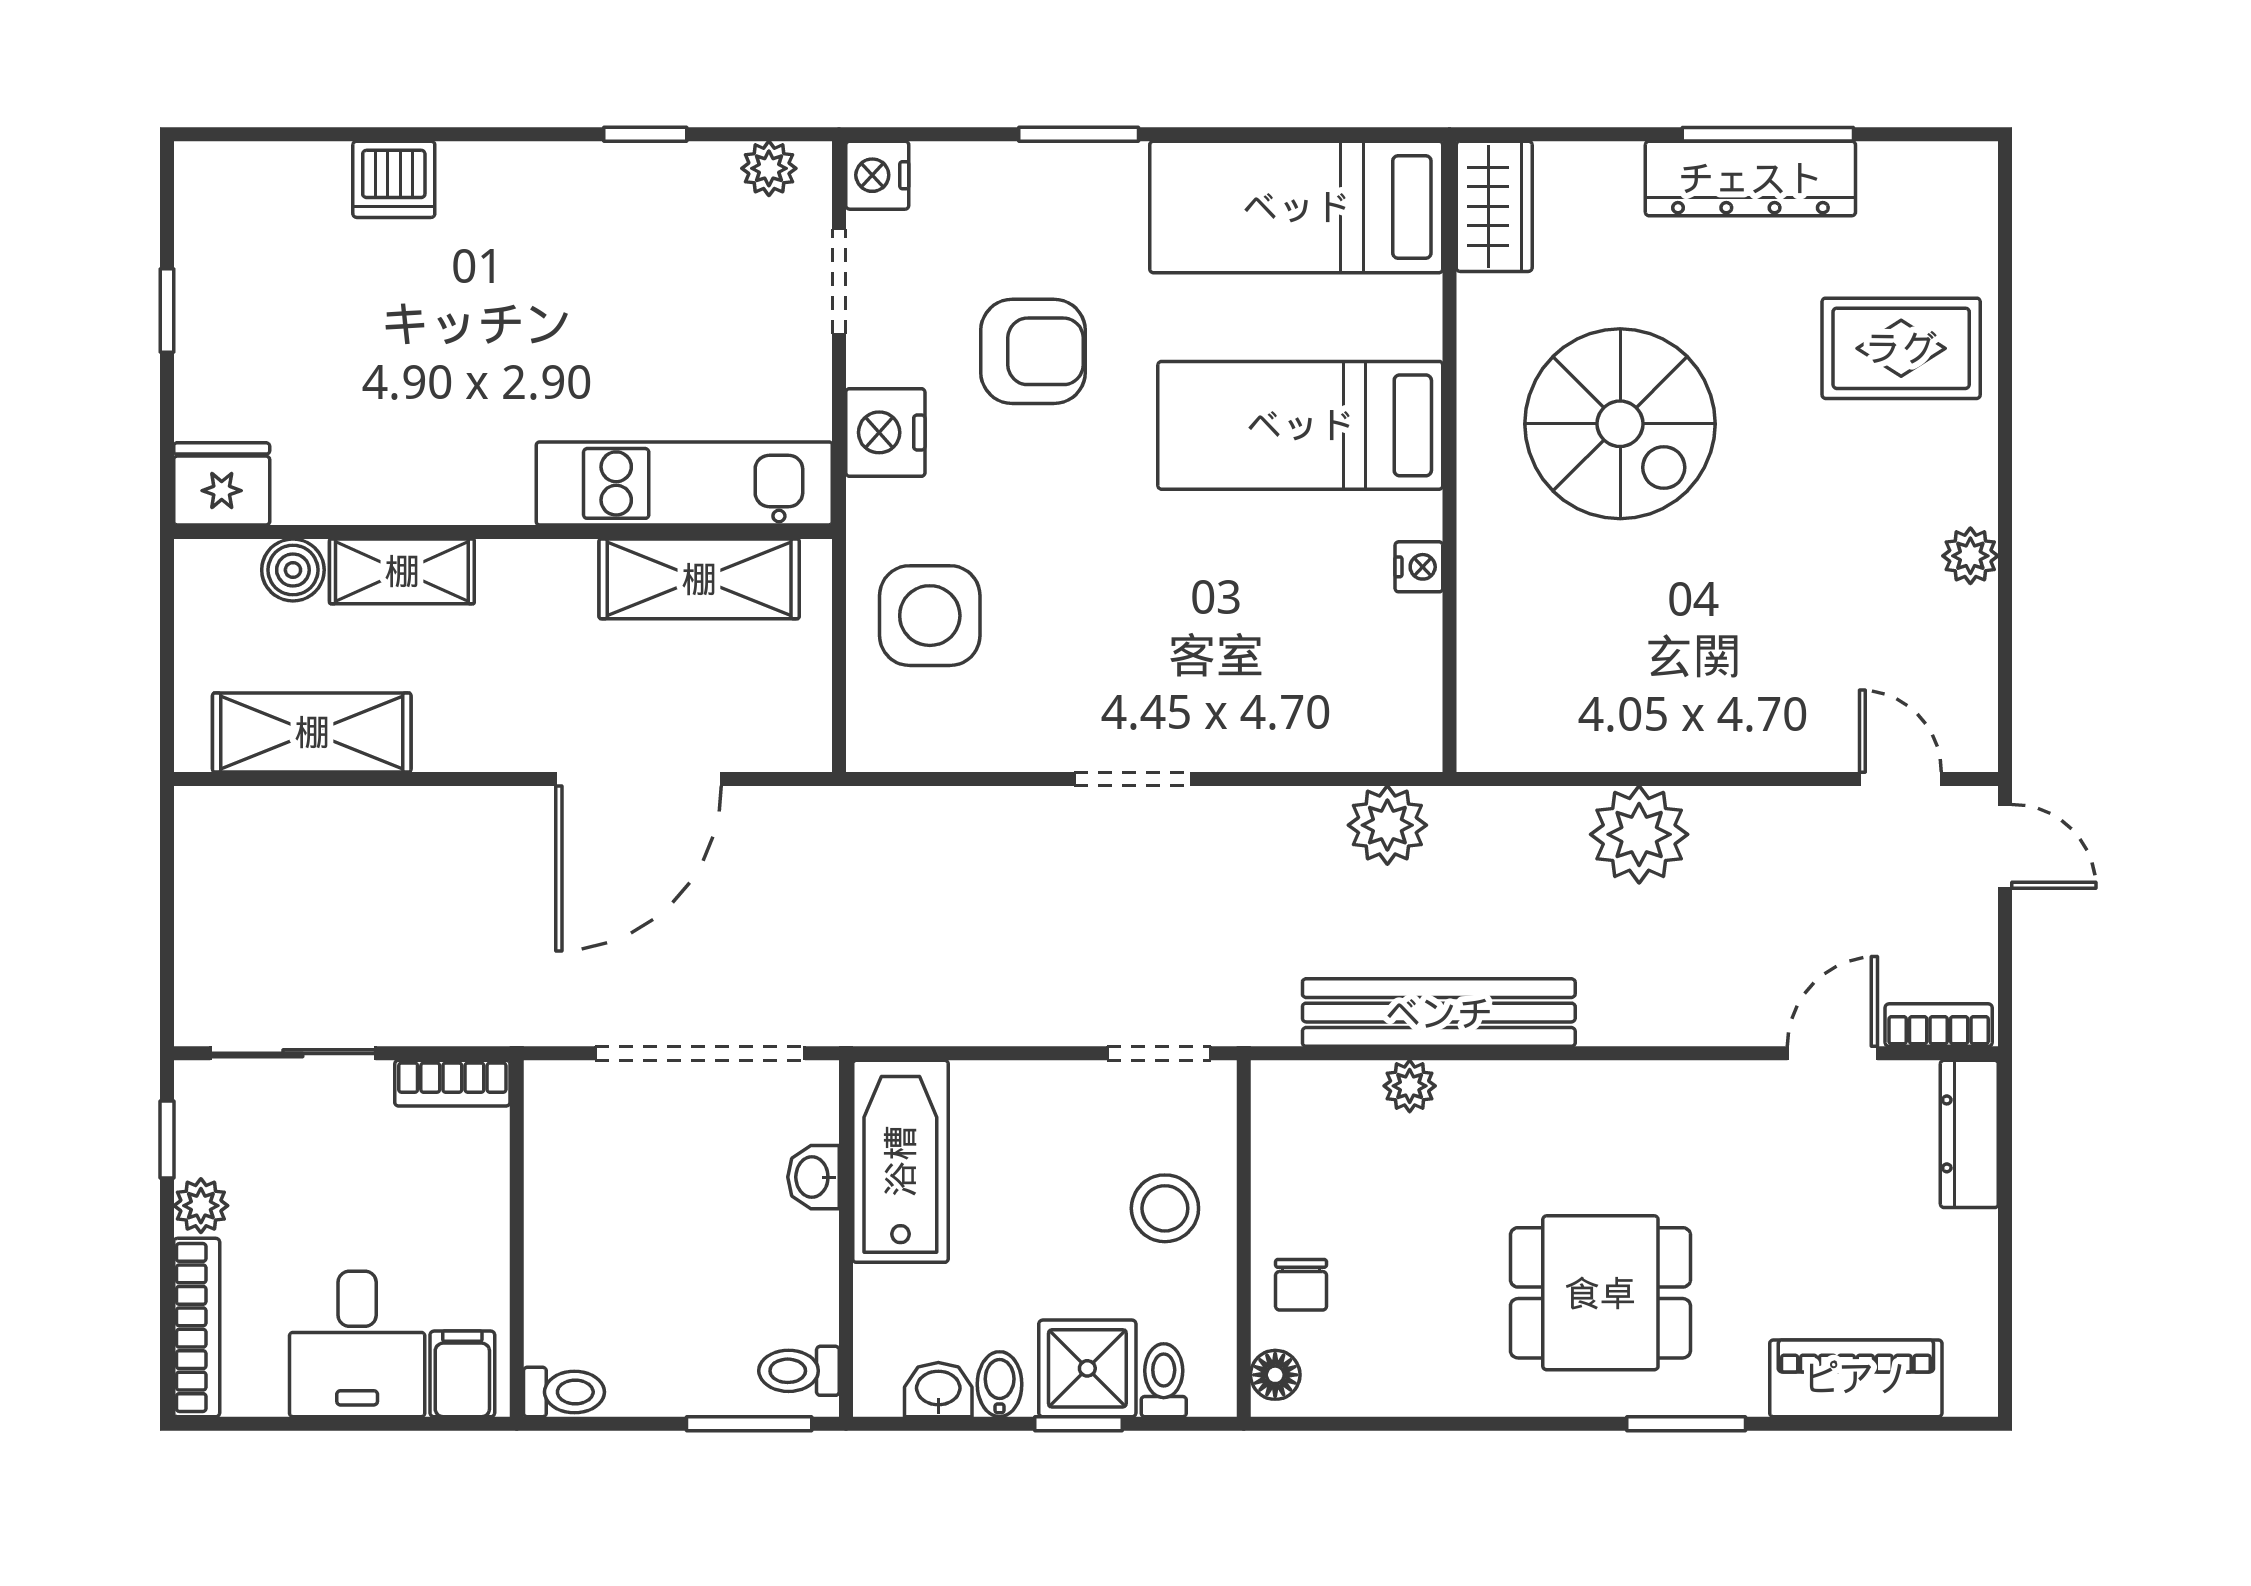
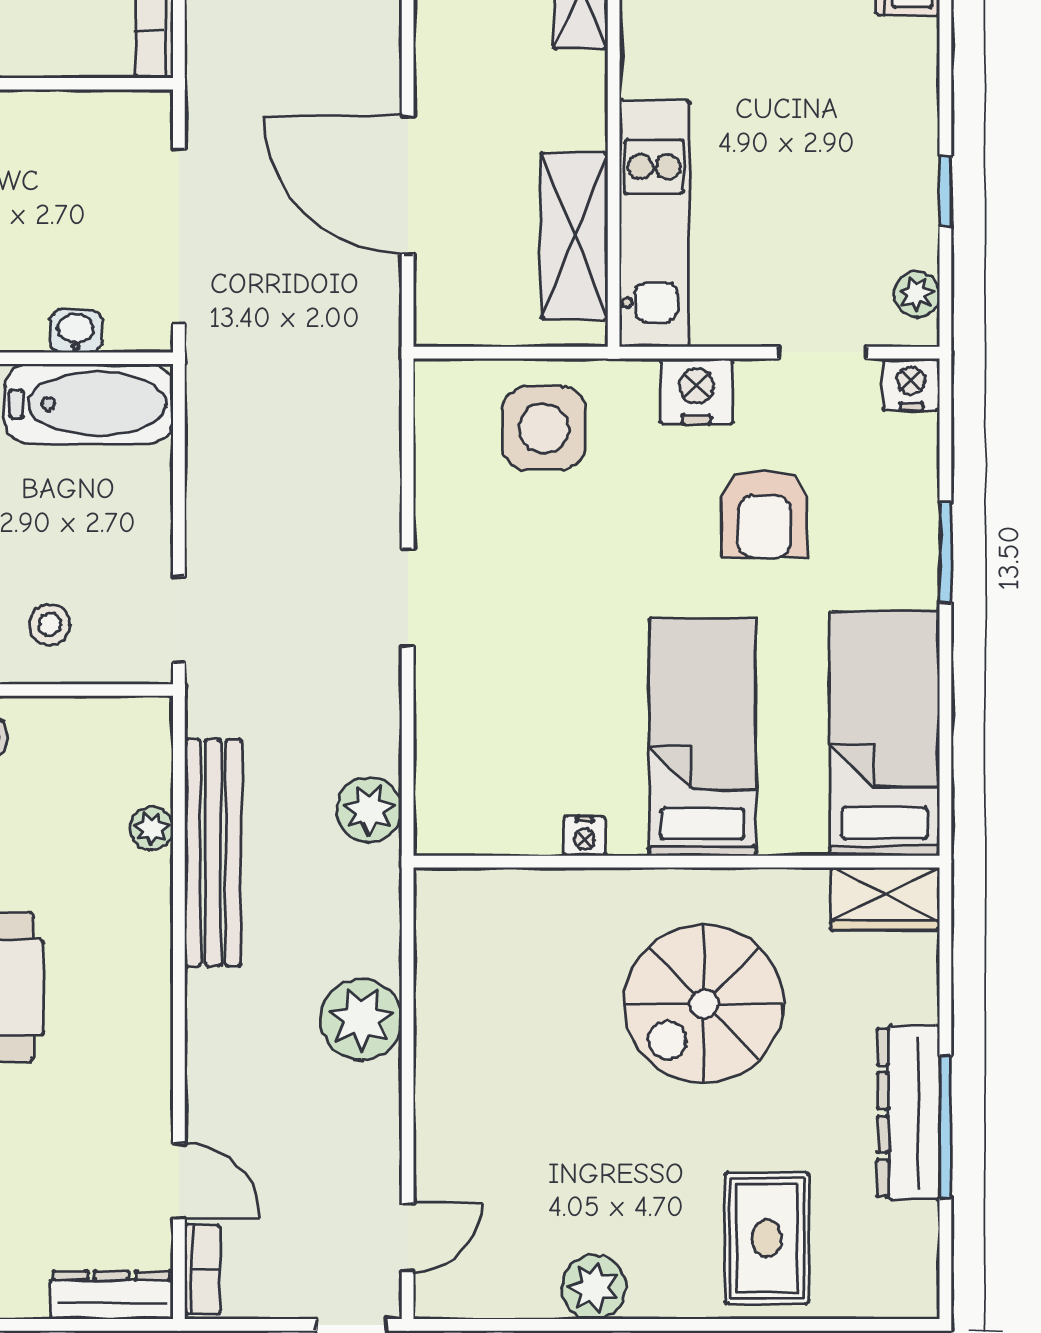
plant: (1970, 556) -> (594, 1287), width x1.38, depth x1.38
stool: (1165, 1208) -> (50, 624), width x0.73, depth x0.73

